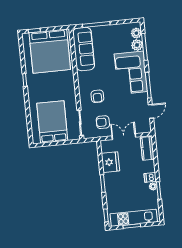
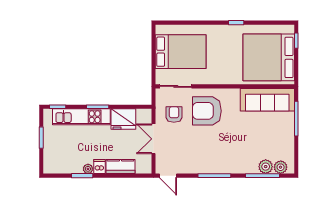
corner sofa: (131, 73) -> (232, 155), removed
armchair: (97, 96) -> (207, 111), width x1.88, depth x1.88
door: (151, 111) -> (168, 176), moved
double door: (124, 137) -> (153, 139), swing flipped
kitchen counter: (147, 148) -> (120, 166), moved
kitchen unit: (134, 218) -> (81, 117), moved, turned 90

